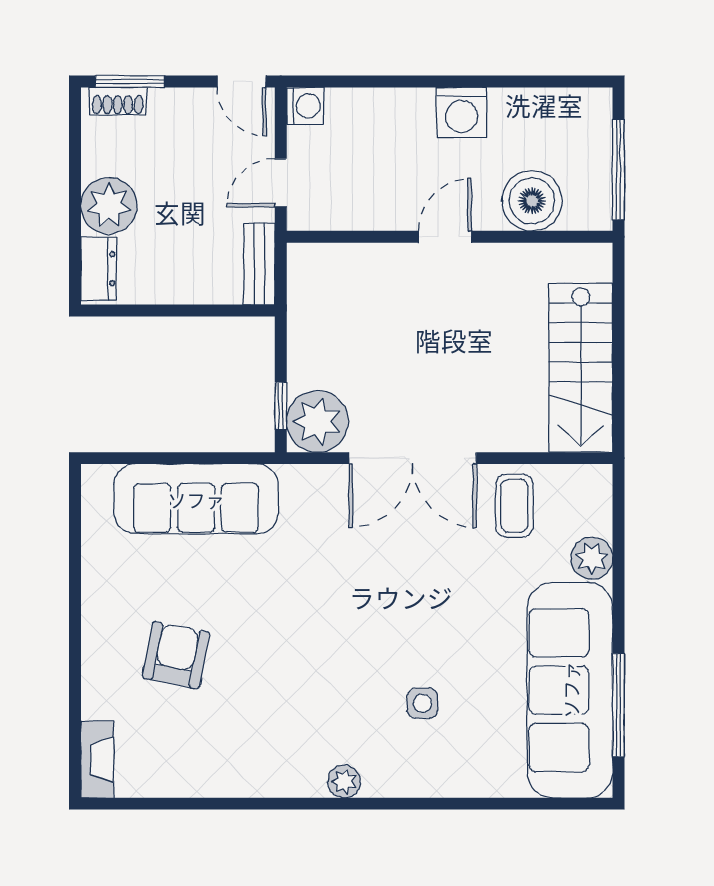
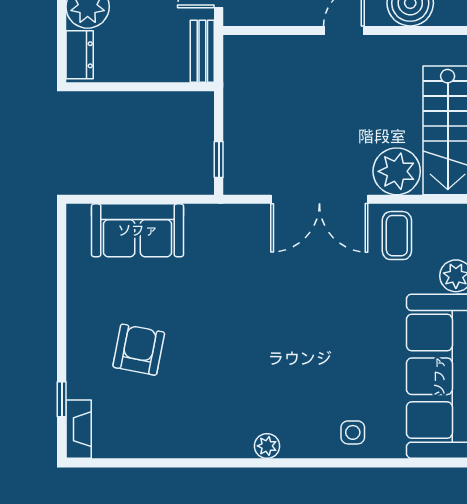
plant: (317, 421) -> (397, 171), moved
sofa: (196, 499) -> (138, 230), width x0.73
side table: (422, 703) -> (353, 432), moved
window: (75, 720) -> (62, 399), added

